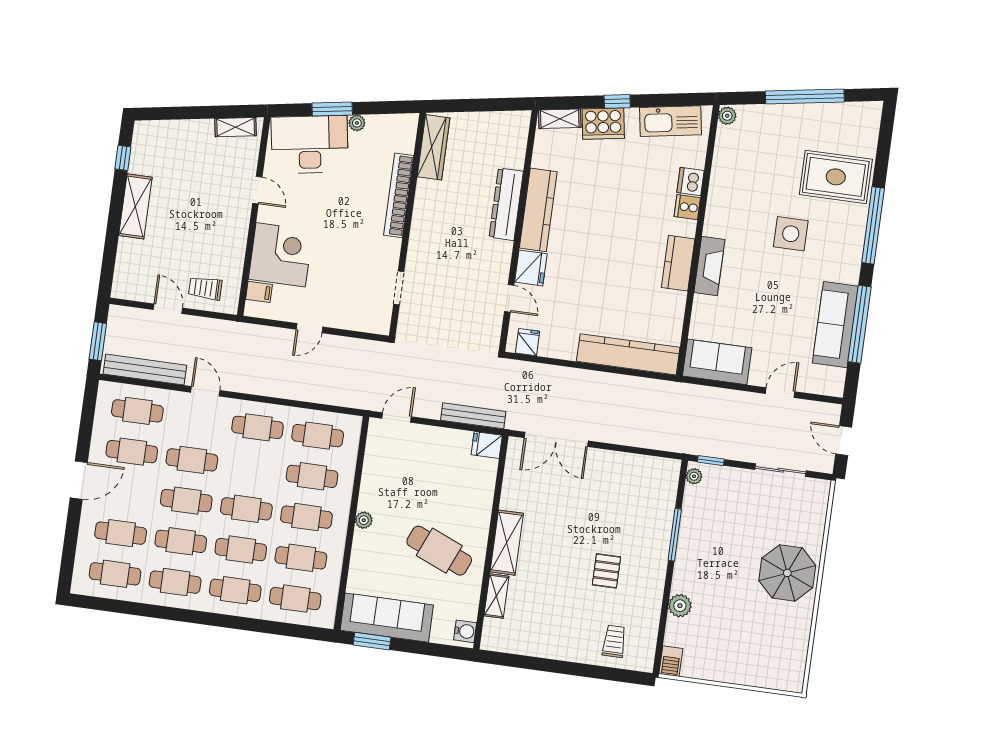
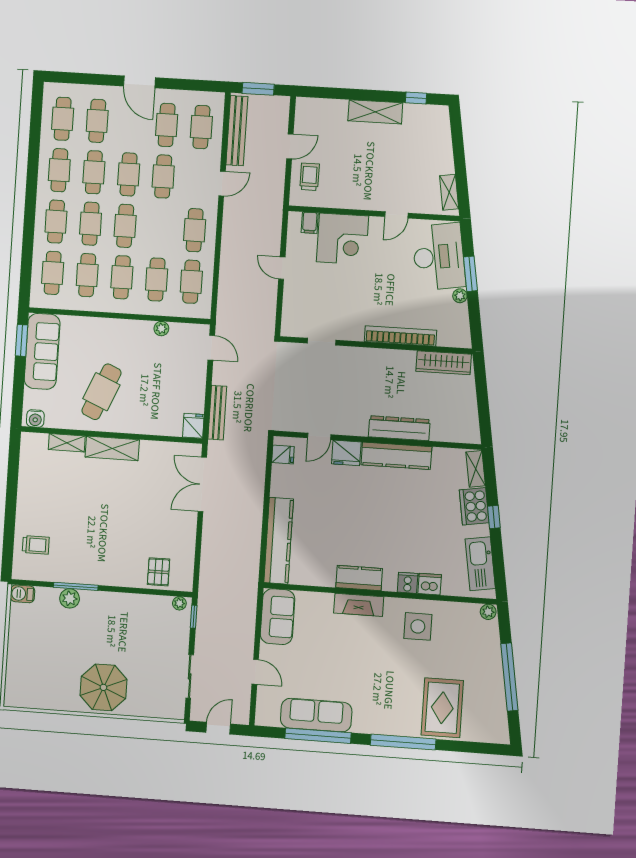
side table: (791, 234) -> (418, 626), moved
plant: (364, 520) -> (161, 329), moved
window: (675, 535) -> (76, 586), moved
pallet: (606, 571) -> (159, 572), moved, turned 90

